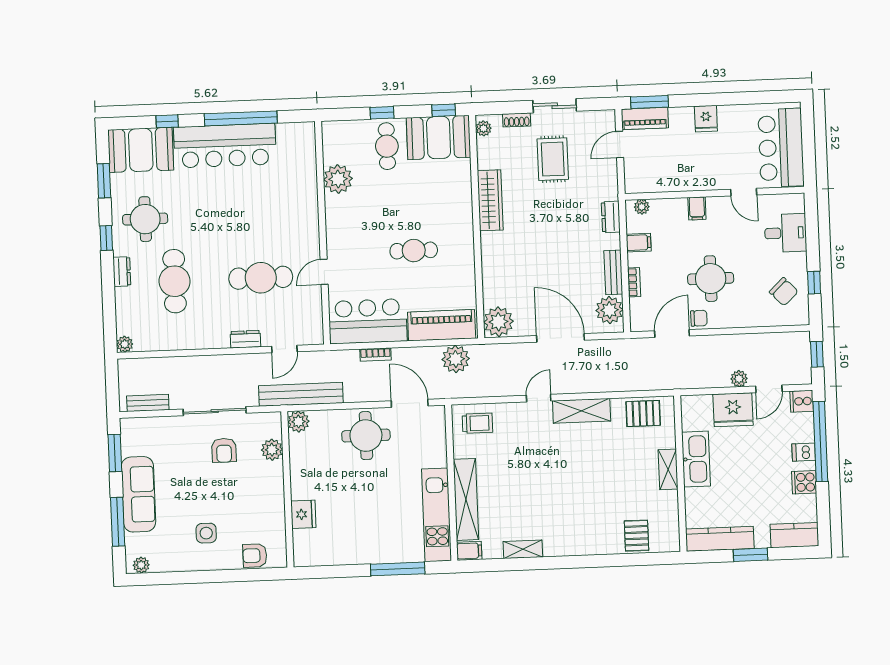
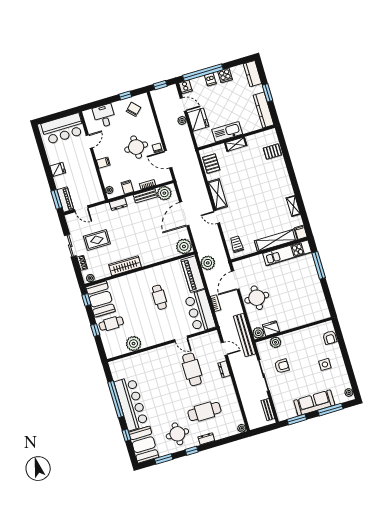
fridge: (303, 514) -> (271, 328), moved

